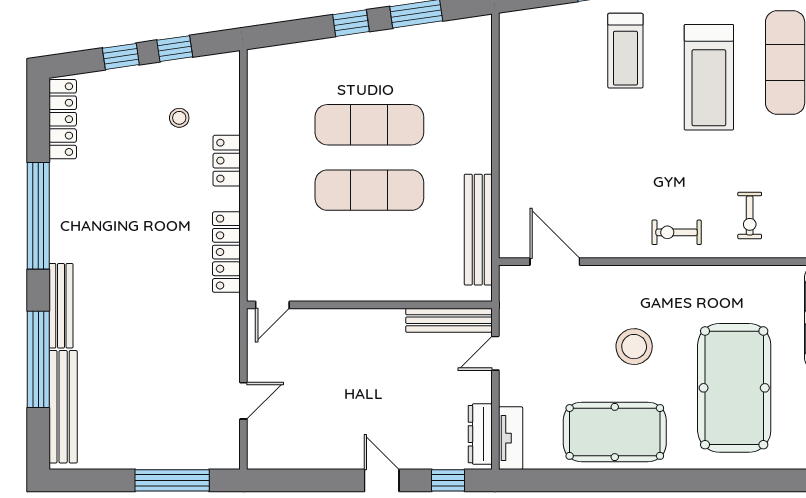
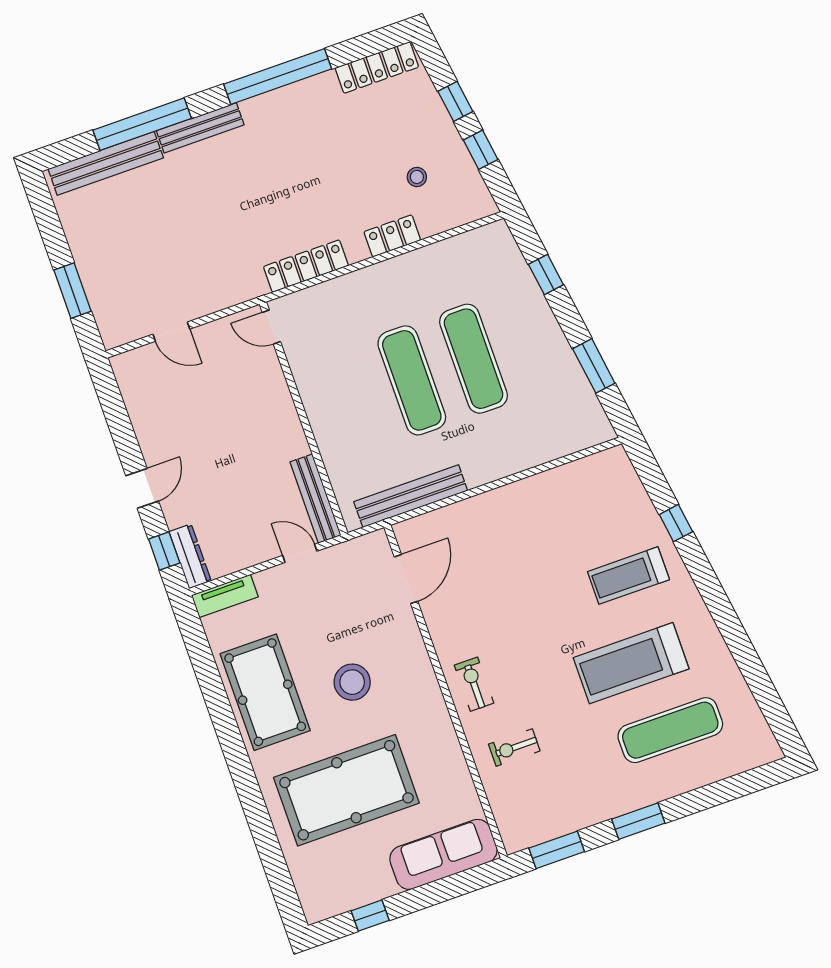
window: (351, 23) -> (546, 275), moved
dresser: (480, 434) -> (190, 556), moved, turned 90
window: (172, 480) -> (72, 291), width x0.69

